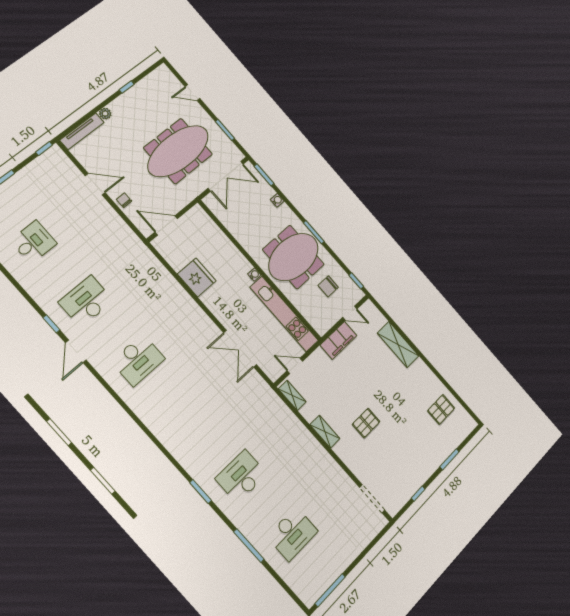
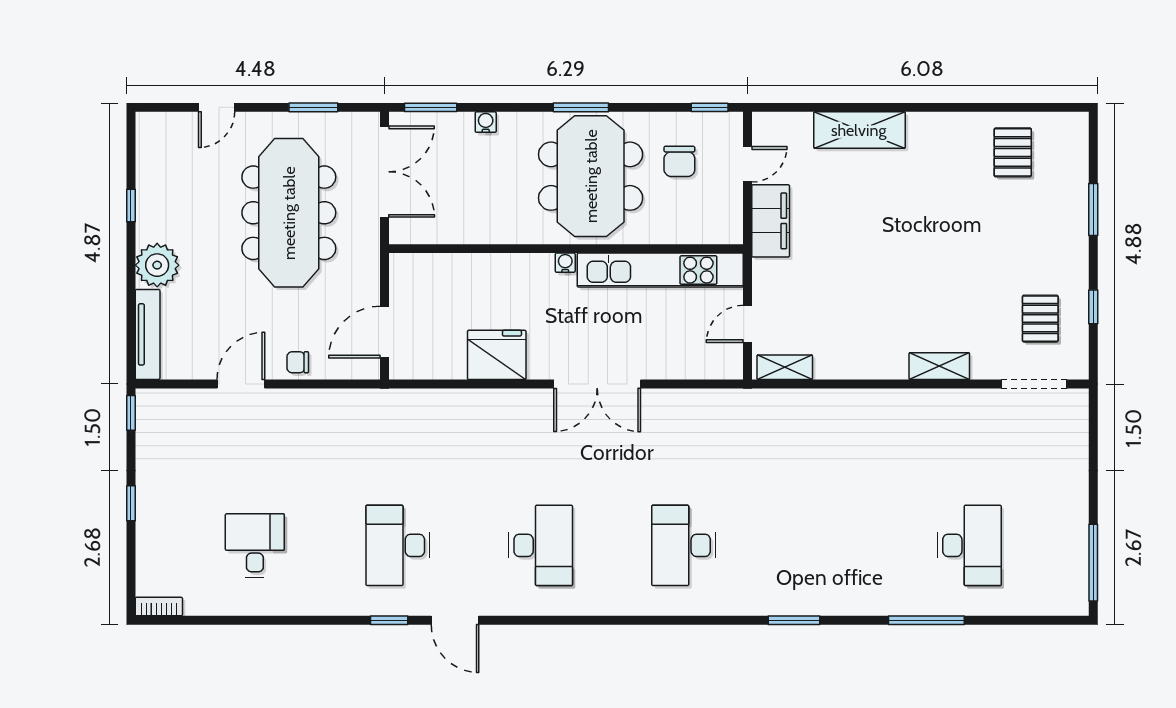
plant: (105, 113) -> (157, 265), width x1.87, depth x1.87
double door: (240, 349) -> (597, 384), moved
pallet: (366, 423) -> (1040, 319), moved
shelving: (325, 432) -> (939, 366), moved
desk: (241, 476) -> (684, 545), moved

